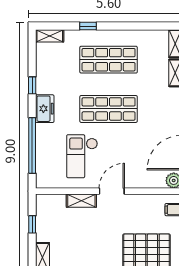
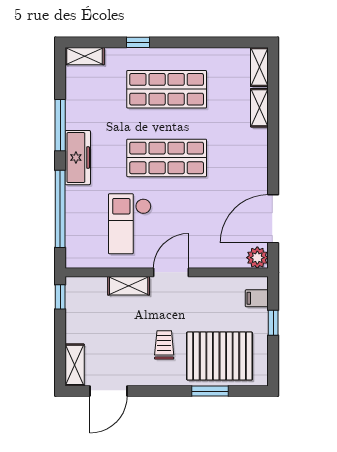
window: (32, 85) -> (60, 125), width x2.17
freezer: (45, 109) -> (78, 158), width x1.40
window: (32, 224) -> (60, 297), moved
trolley: (107, 243) -> (164, 345), added

